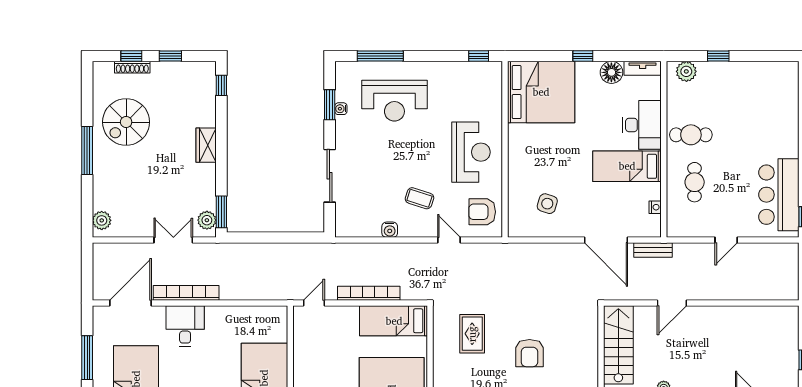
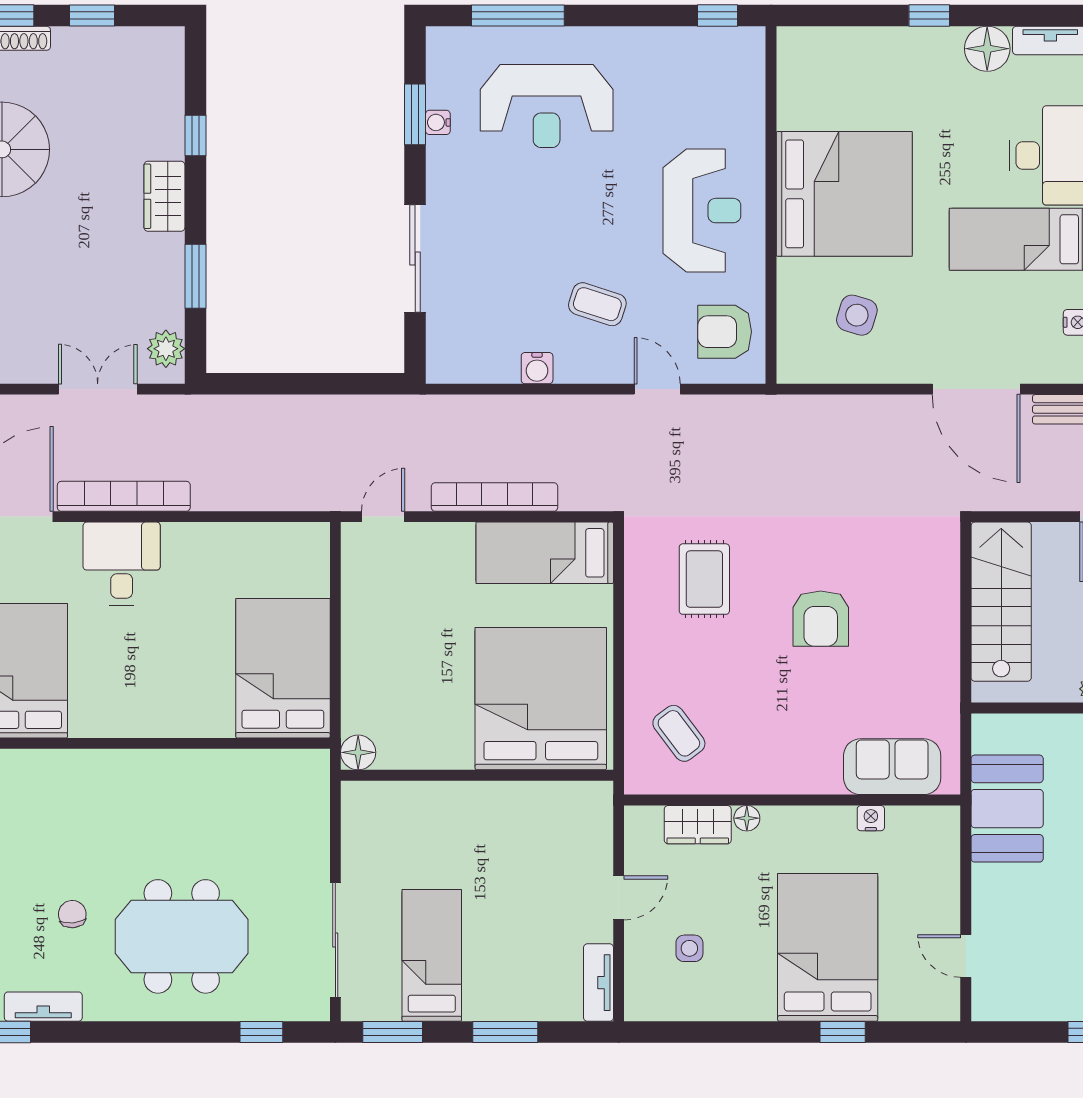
window: (221, 85) -> (195, 136), moved
bed: (541, 92) -> (844, 194), moved
window: (221, 212) -> (195, 276), moved

